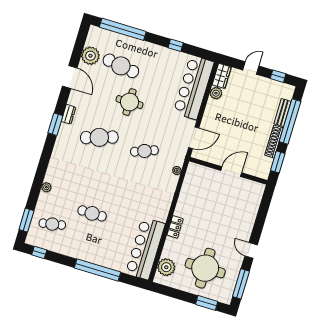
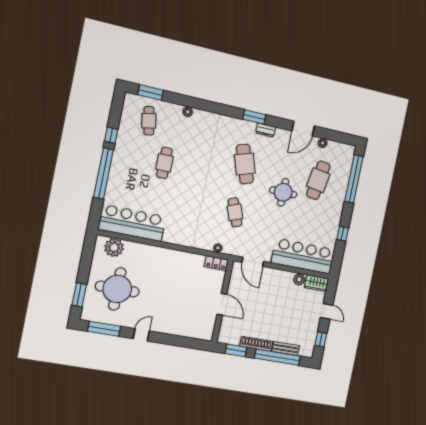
plant: (90, 56) -> (323, 143), width x0.53, depth x0.53
locker: (175, 227) -> (216, 263), moved
window: (39, 252) -> (111, 135), moved

